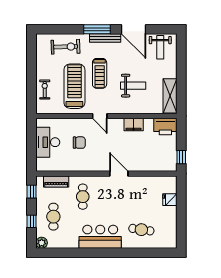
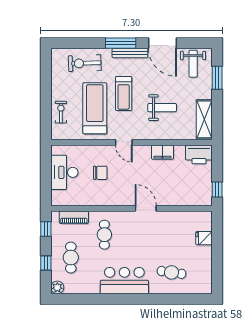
exercise bike: (66, 47) -> (85, 63), turned 180
window: (181, 60) -> (217, 78), added

